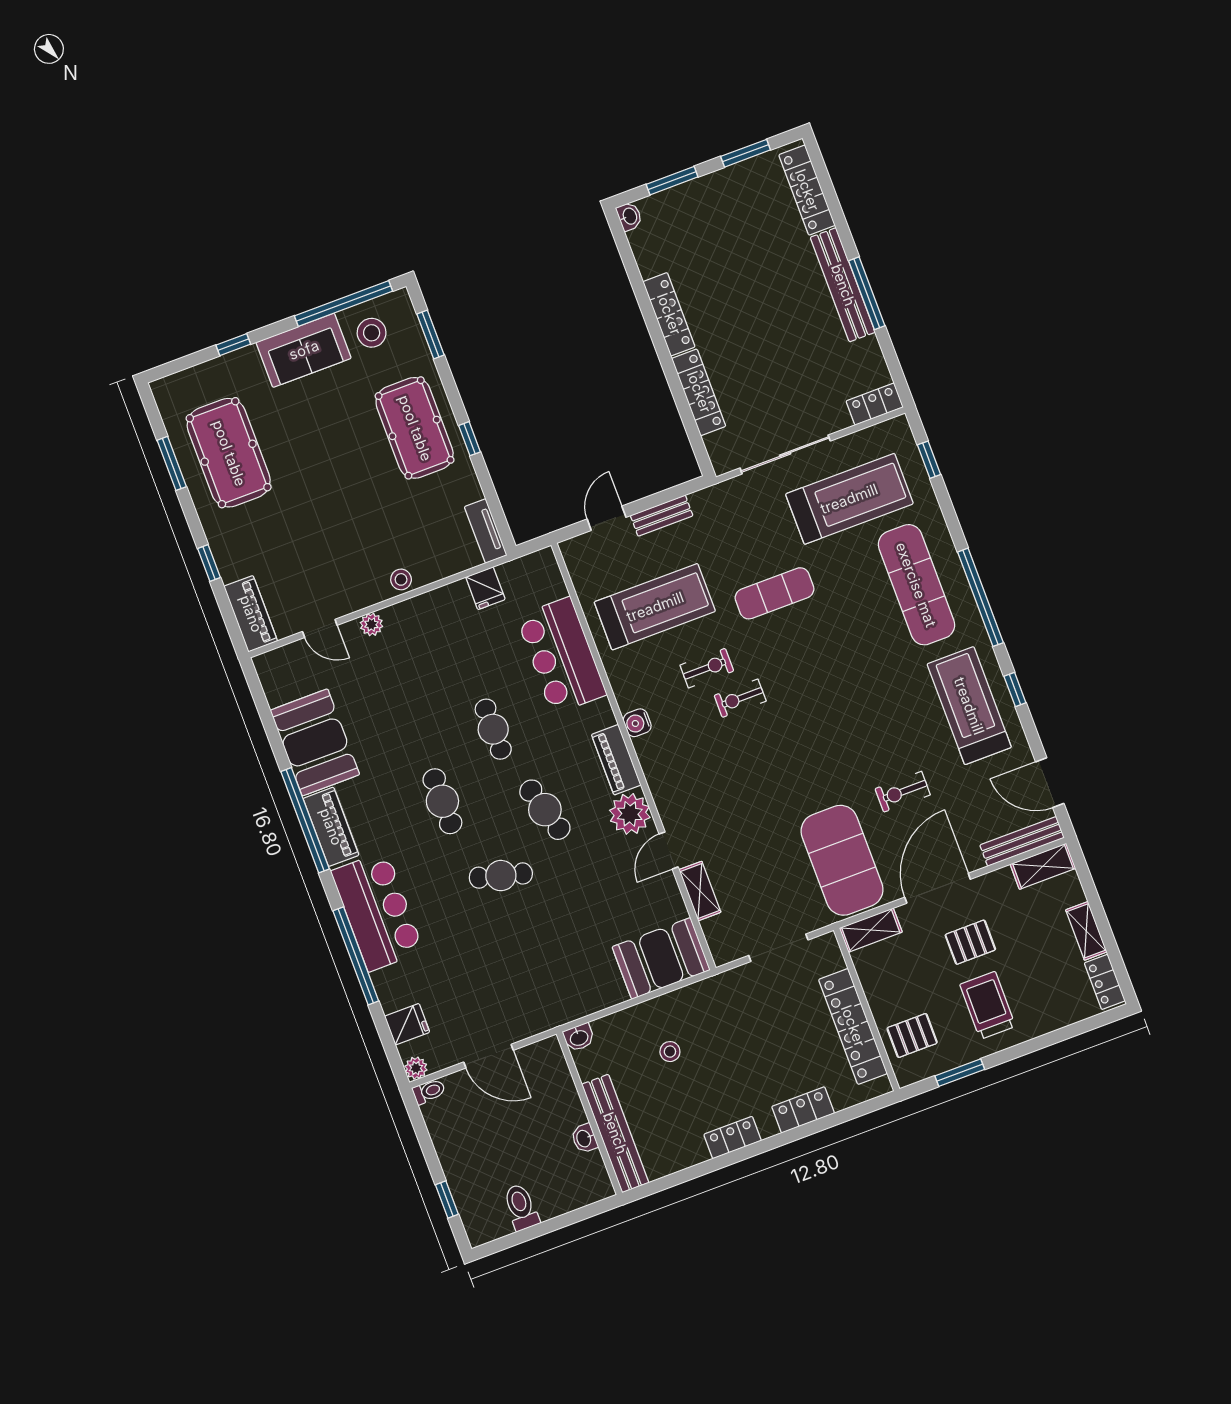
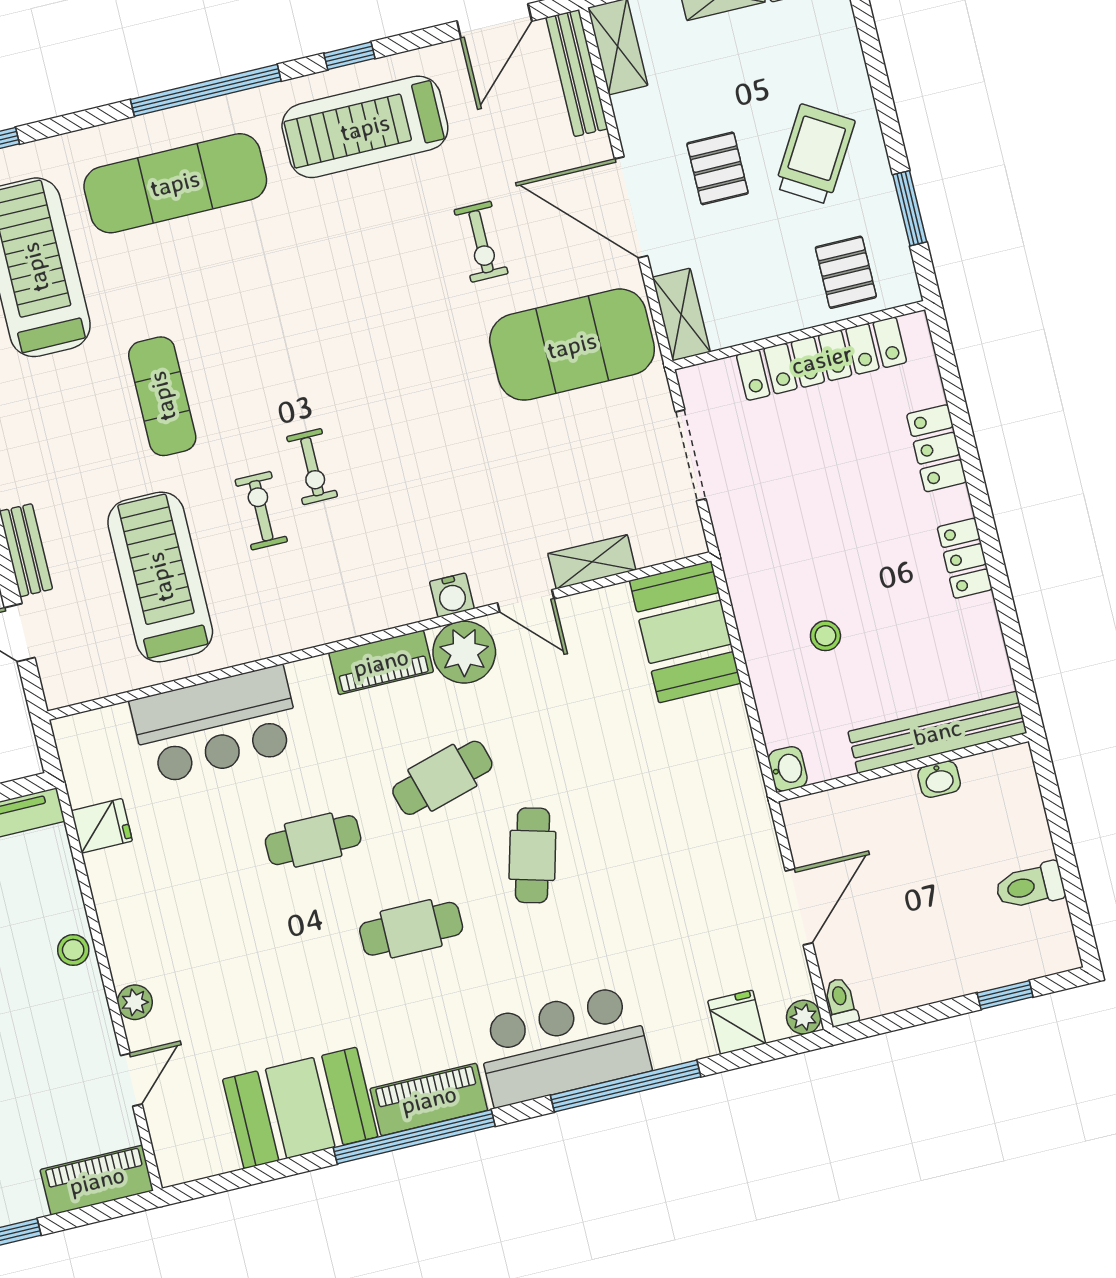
water cooler: (637, 723) -> (452, 595), moved
trolley: (988, 1005) -> (815, 154), turned 121

